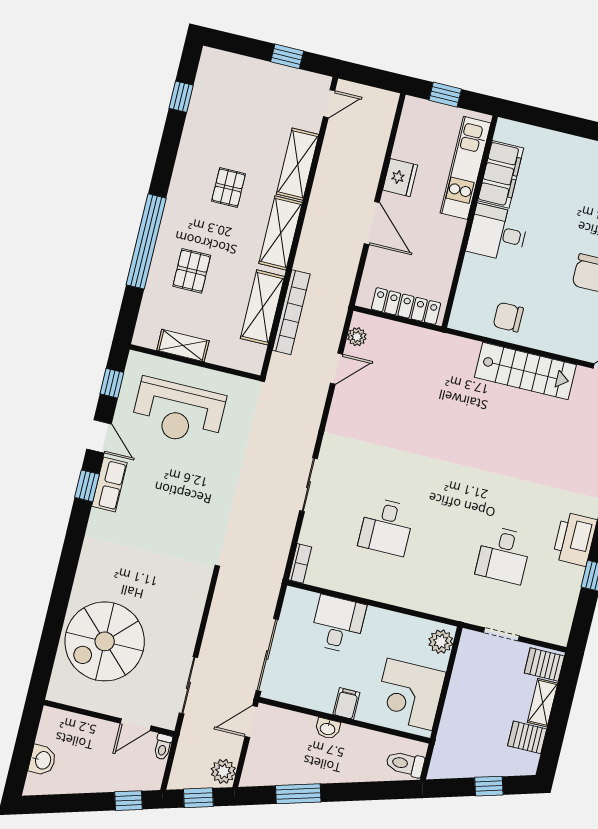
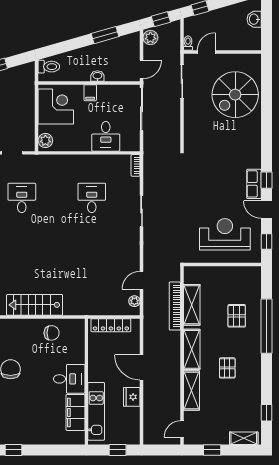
shelving: (183, 345) -> (244, 438), moved
spiral stairs: (105, 641) -> (235, 95), turned 180

